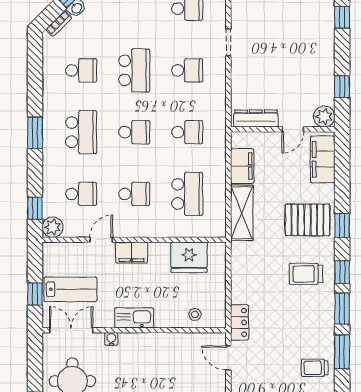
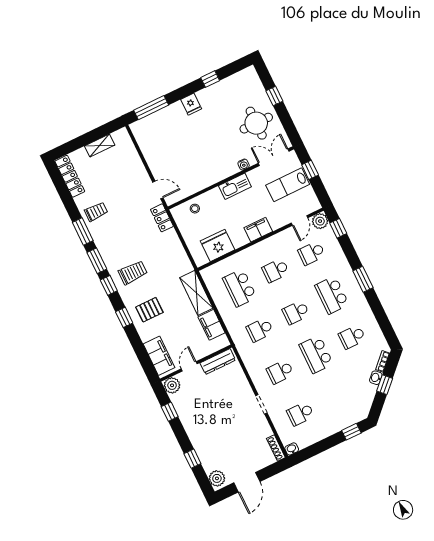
pallet: (307, 220) -> (149, 310), width x0.67, depth x0.71
door: (101, 240) -> (300, 220), moved
double door: (71, 330) -> (274, 157), swing flipped

